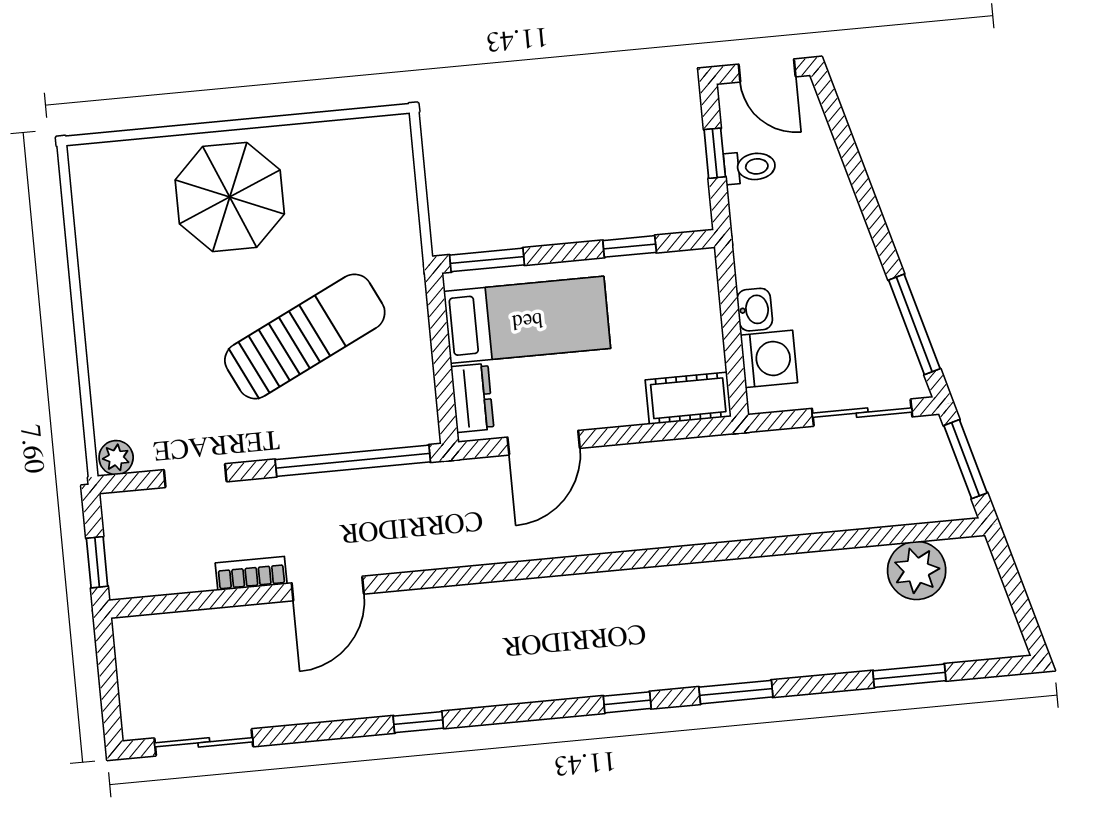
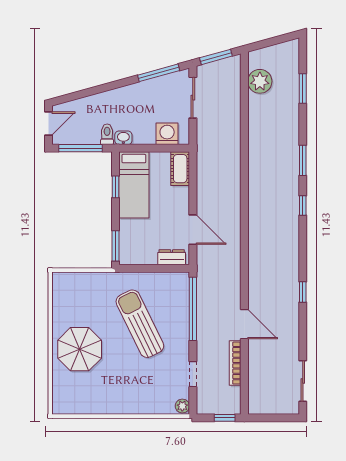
window: (715, 153) -> (80, 148), width x2.17
toilet: (750, 167) -> (107, 134), moved
washbasin: (755, 310) -> (123, 138), moved
bed: (527, 320) -> (134, 185), moved, turned 180
bookcase: (251, 573) -> (235, 363), width x1.56

